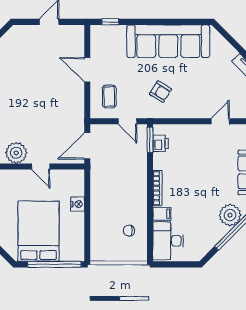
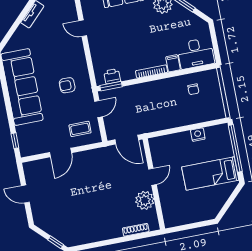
armchair: (160, 92) -> (67, 85), turned -122
nightstand: (78, 204) -> (198, 135), moved
bed: (39, 231) -> (210, 174), width x0.67

